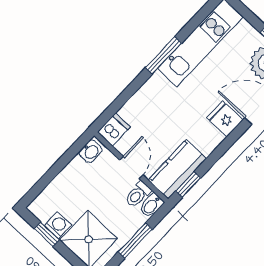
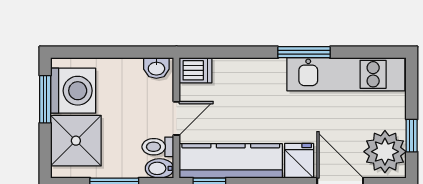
kitchen counter: (177, 169) -> (231, 161), width x1.50
washing machine: (58, 225) -> (73, 91), width x1.89, depth x1.89
window: (47, 234) -> (45, 99), width x1.50

